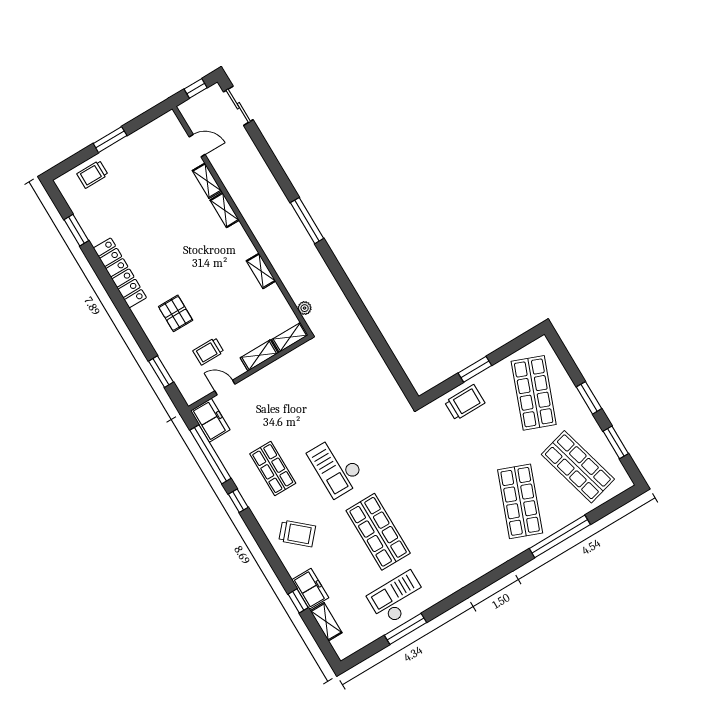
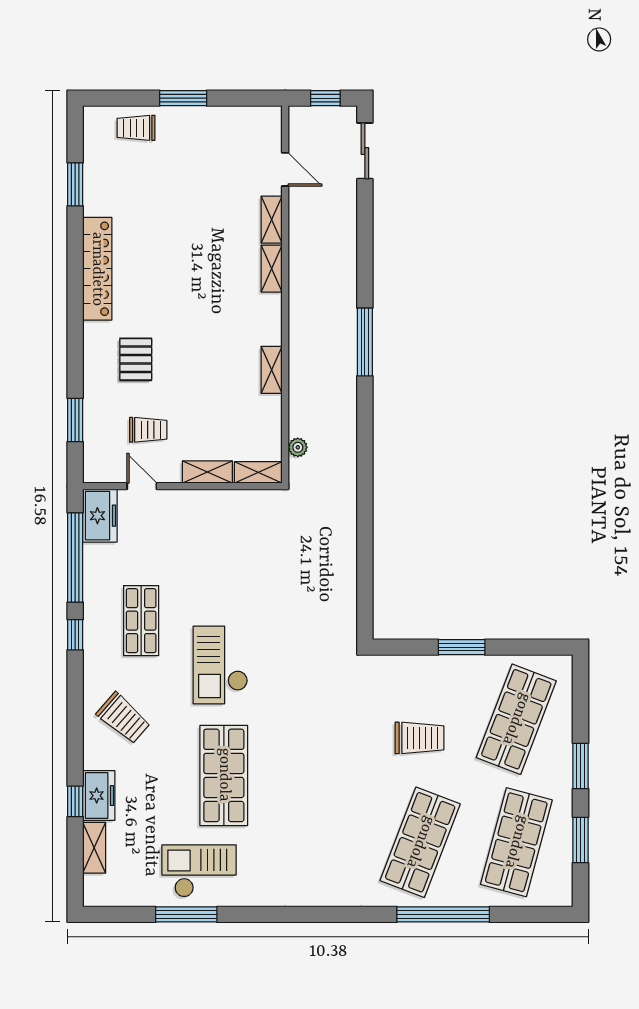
trolley: (208, 351) -> (148, 430), turned 180
trolley: (465, 403) -> (420, 738), moved
shop shelf: (578, 467) -> (516, 842), turned 30

